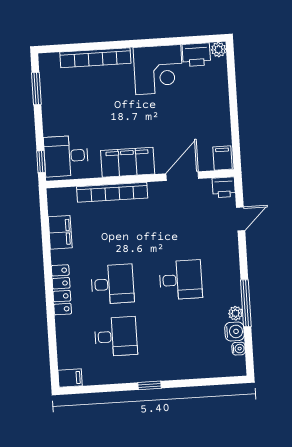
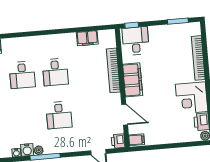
locker: (61, 290) -> (51, 40), removed

